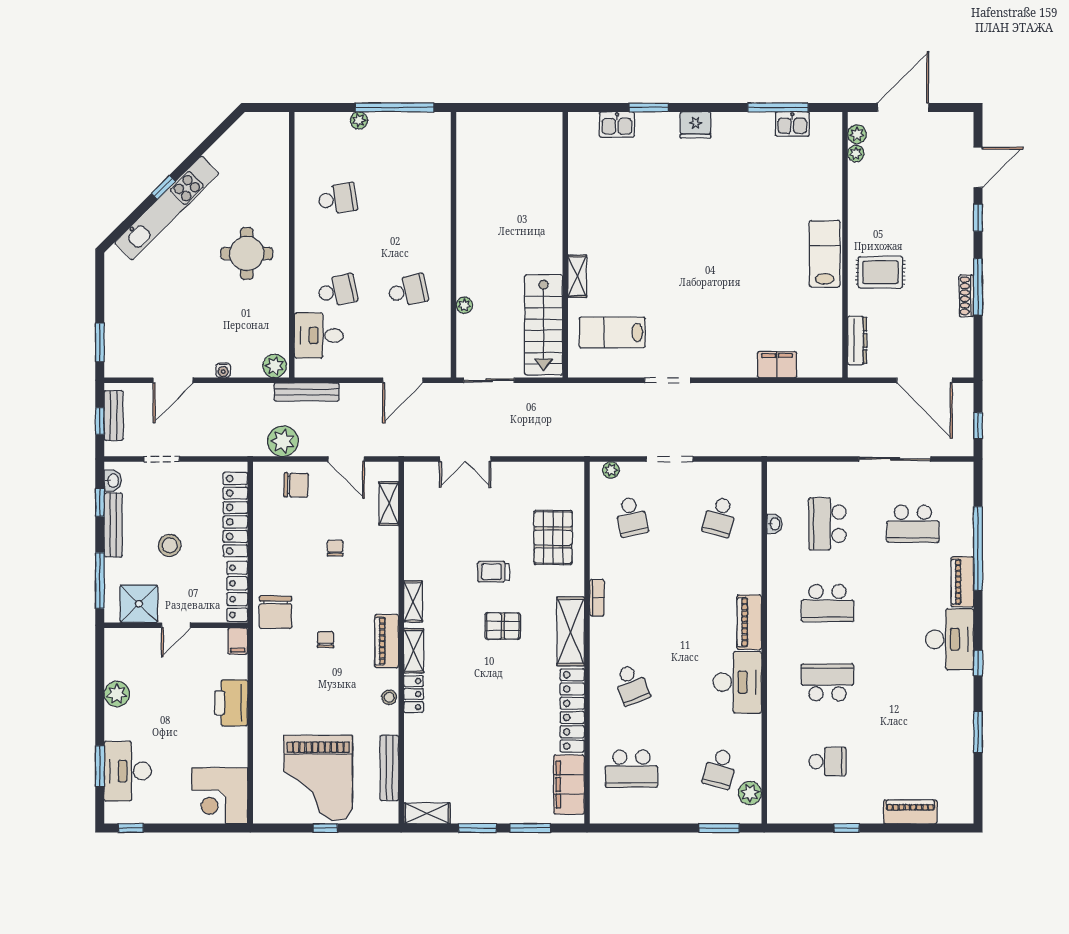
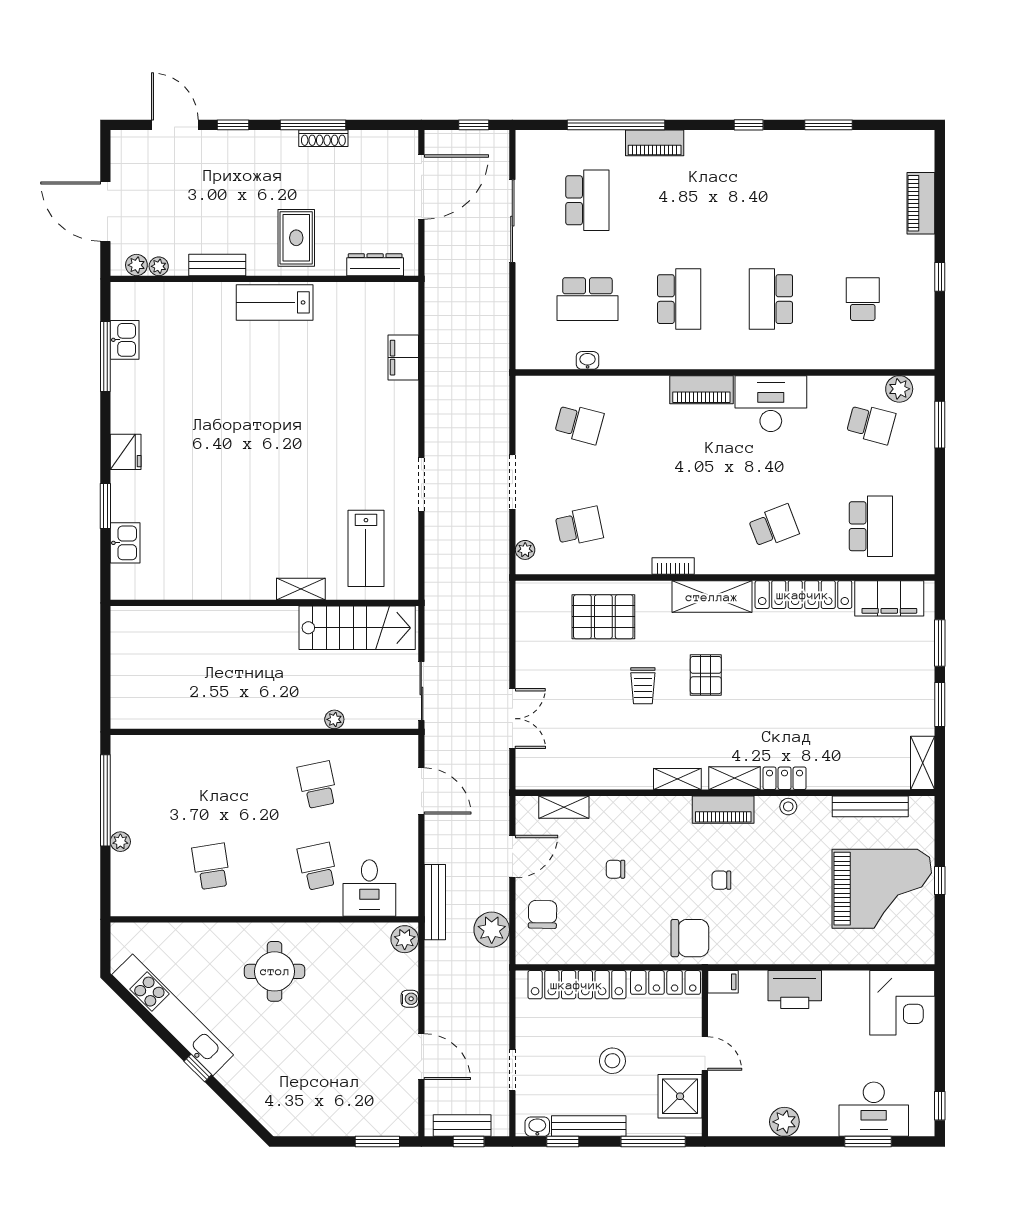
bench: (857, 204) -> (217, 265), added
kitchen unit: (167, 208) -> (173, 1015), moved
desk: (950, 639) -> (721, 158), removed

